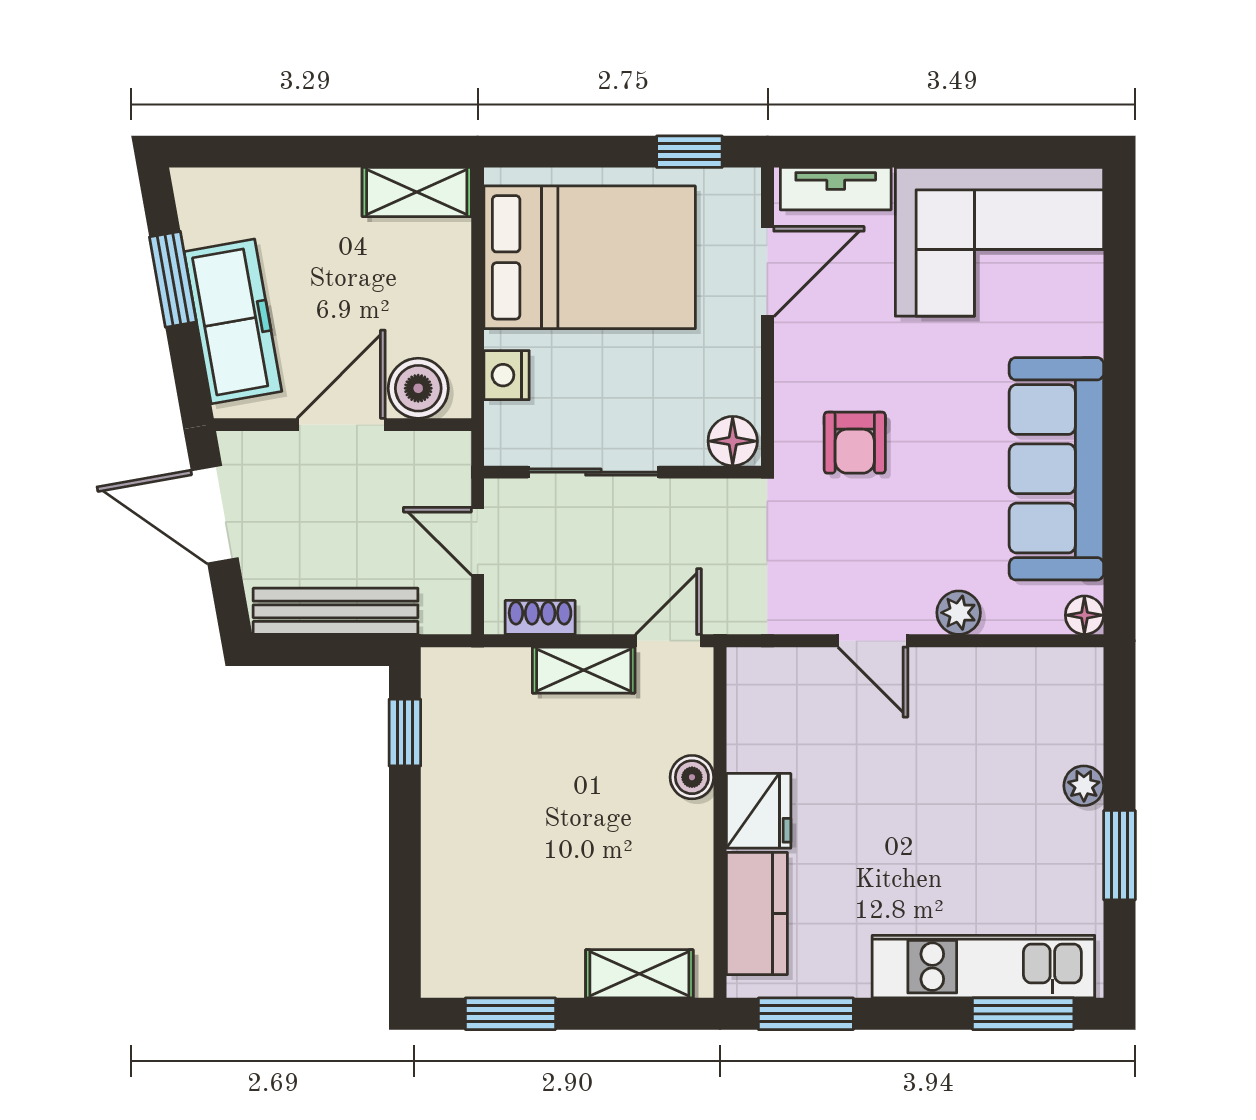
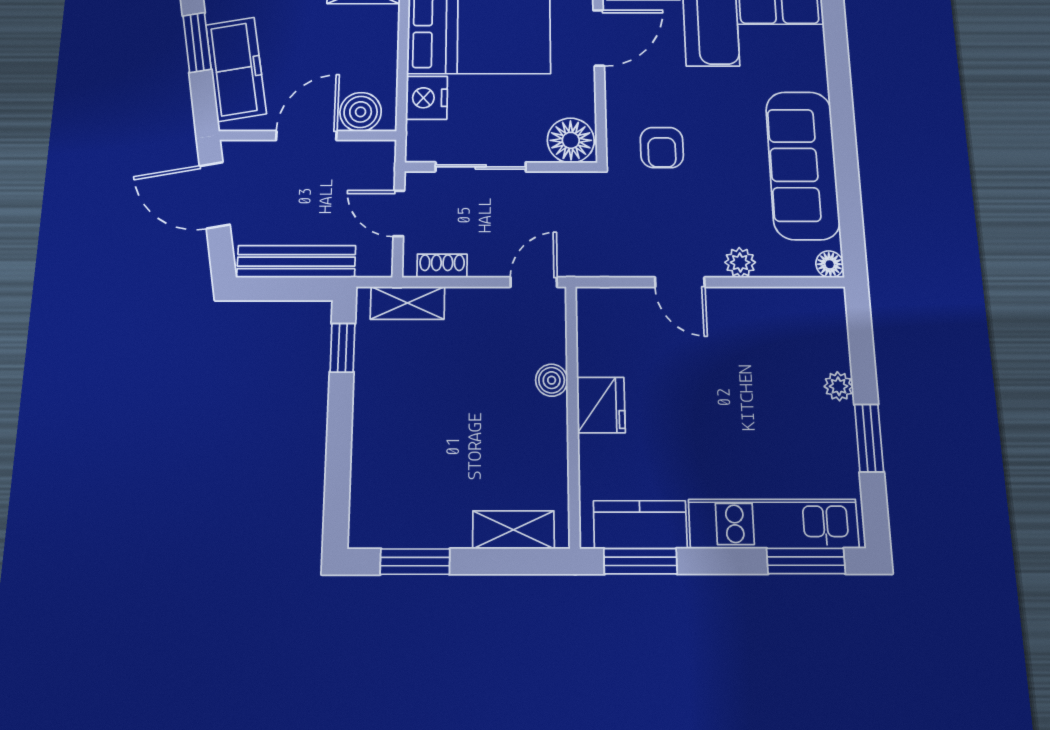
nightstand: (507, 375) -> (427, 98), width x1.36, depth x1.33
floor lamp: (733, 441) -> (571, 140), width x1.38, depth x1.38
shelving: (584, 670) -> (407, 303), moved
kitchen counter: (757, 914) -> (640, 525), moved, turned -90

